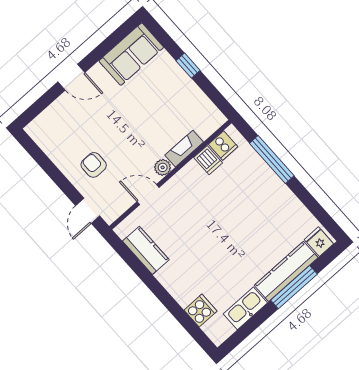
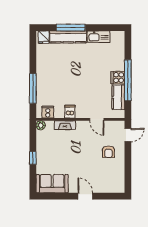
dishwasher: (208, 160) -> (70, 112), moved
plant: (163, 167) -> (41, 125), moved
window: (153, 284) -> (128, 80), added
cooker: (201, 311) -> (118, 78), moved

